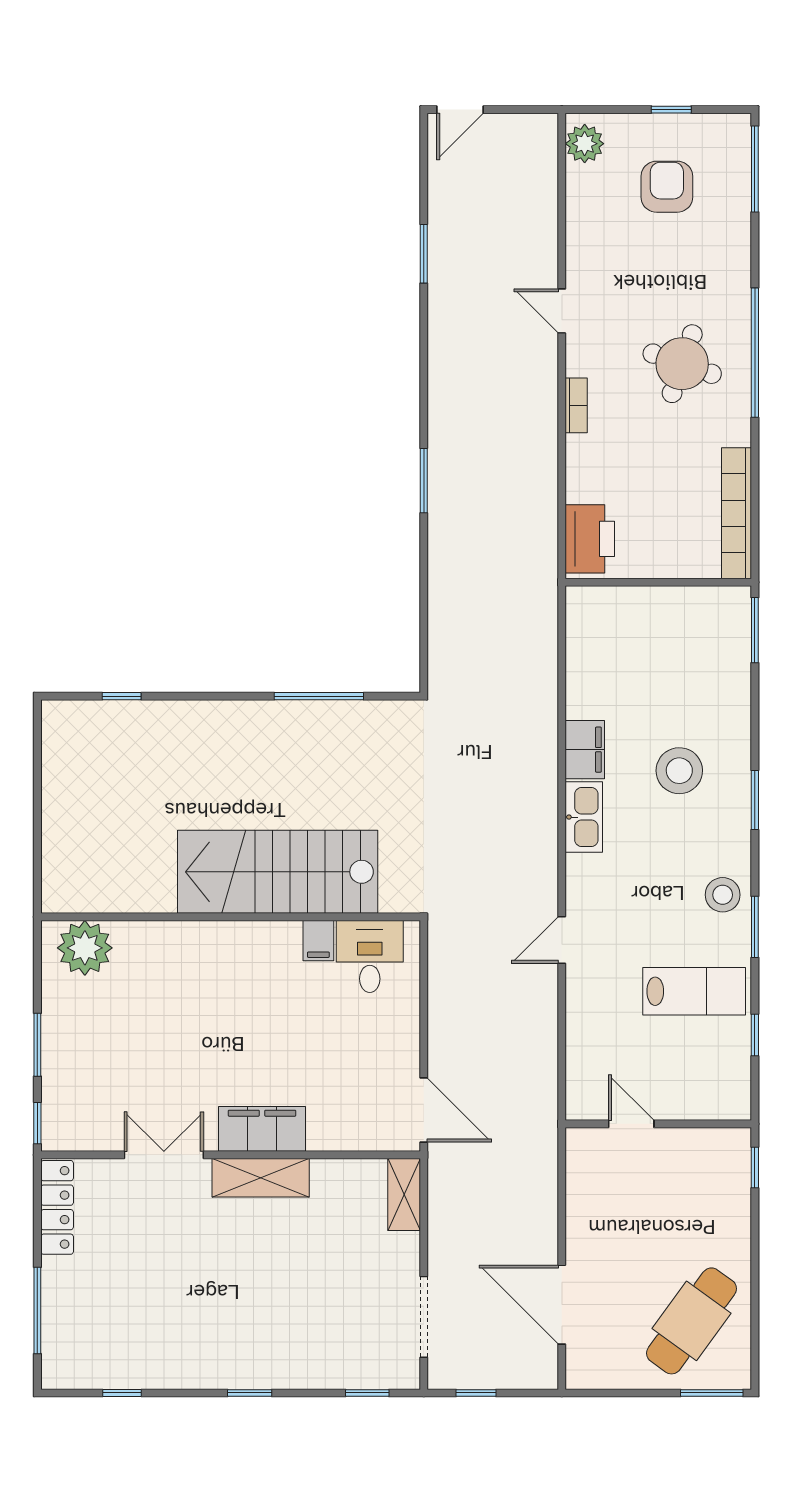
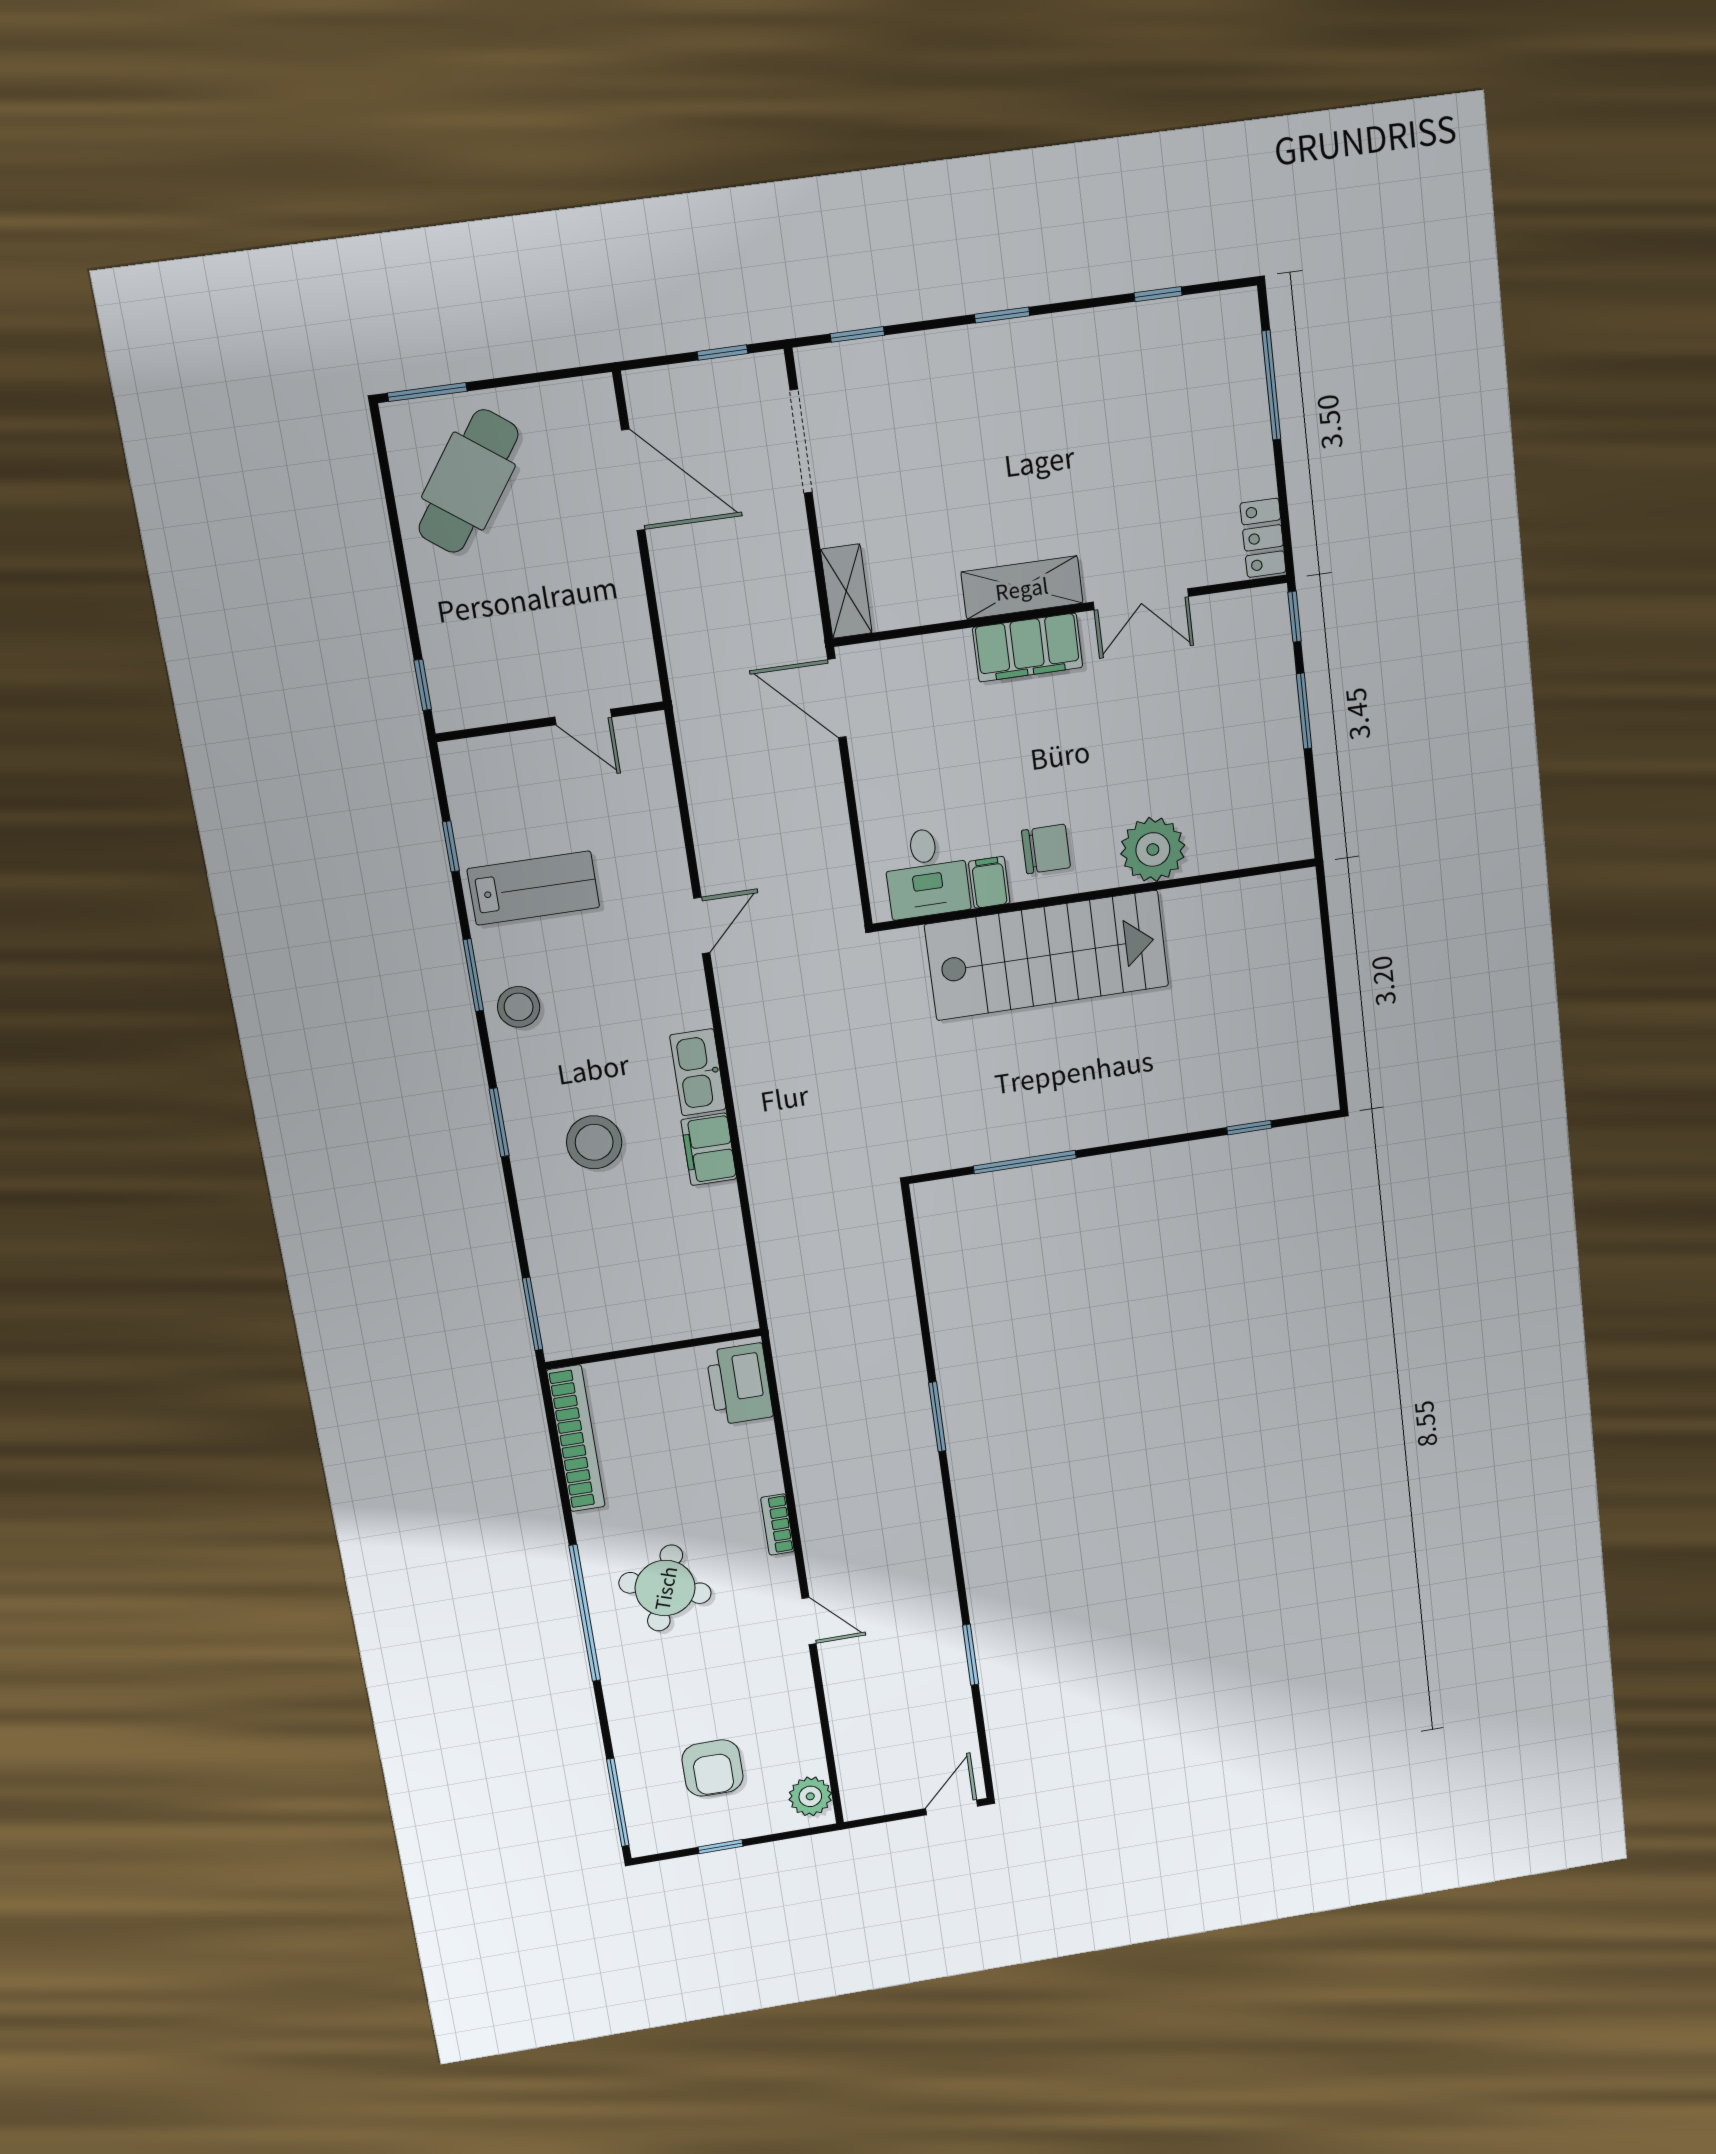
plant: (85, 948) -> (1153, 849), moved
chair: (267, 961) -> (1046, 849), added
lab bench: (694, 991) -> (533, 888), turned 180
locker: (57, 1207) -> (1263, 538), width x0.66

